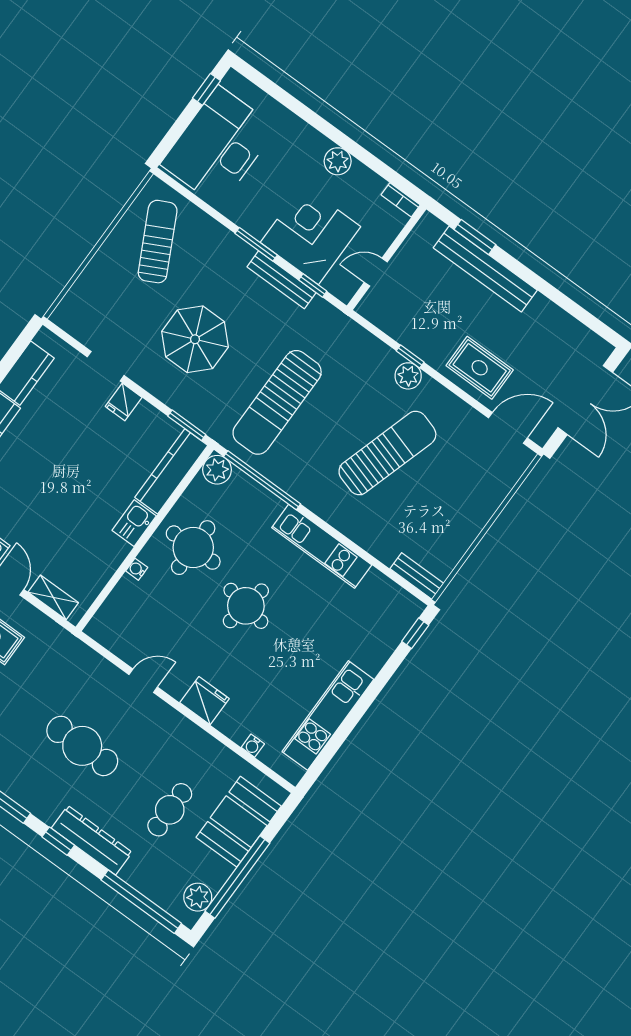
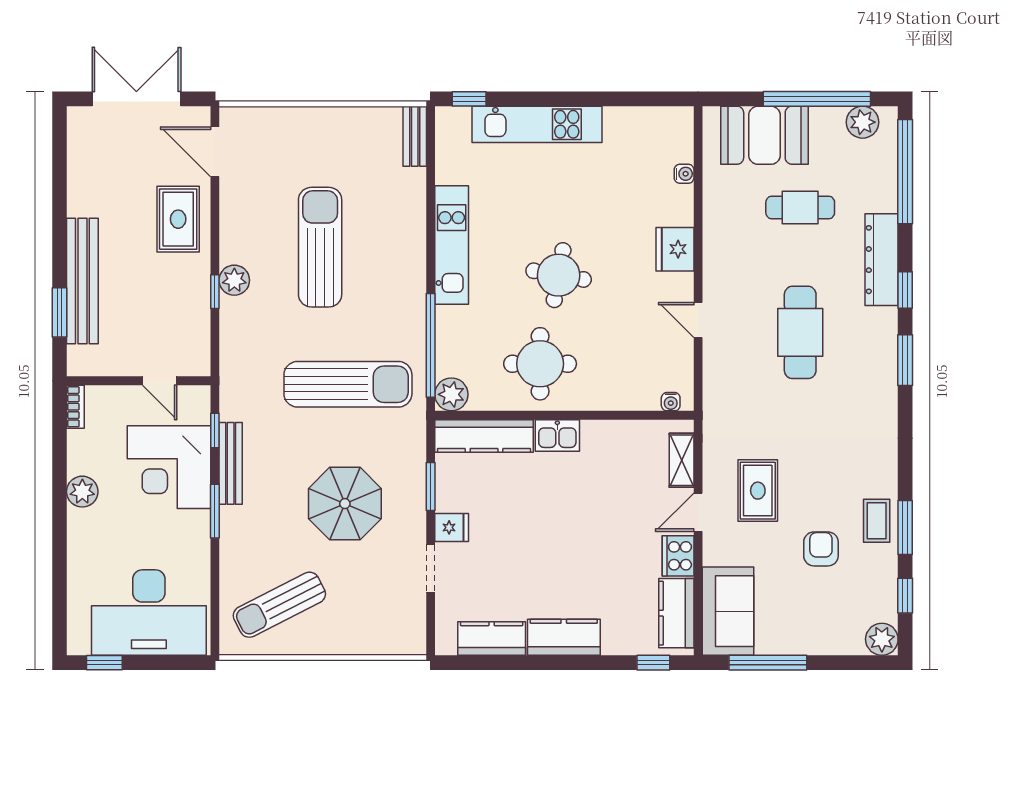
window: (187, 425) -> (431, 487), moved
sun lounger: (387, 453) -> (320, 247), turned 73
water cooler: (137, 569) -> (671, 402), moved
kitchen unit: (328, 715) -> (537, 124), moved

